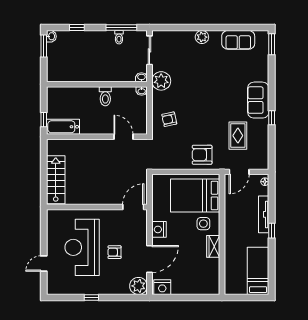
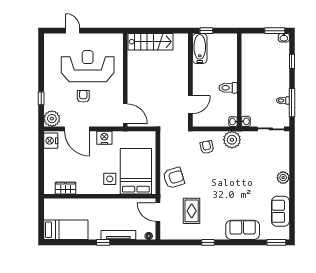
plant: (161, 81) -> (232, 140), moved
sofa: (258, 100) -> (243, 230), moved
rug: (238, 136) -> (192, 211), turned 90
armchair: (202, 155) -> (174, 178), turned 73
wardrobe: (213, 246) -> (65, 188), moved
window: (91, 298) -> (41, 98), moved

